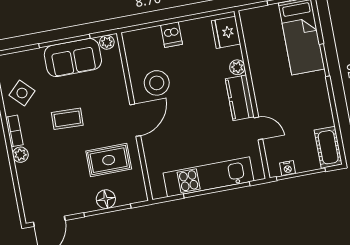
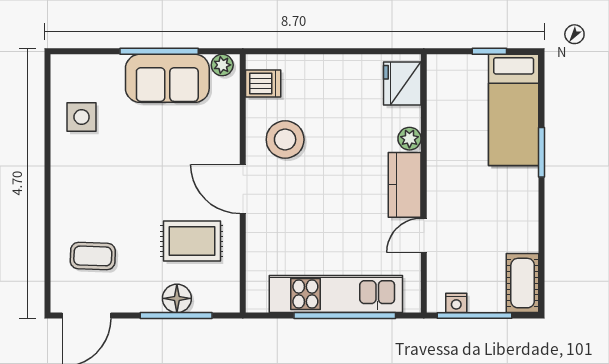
dishwasher: (172, 35) -> (263, 83), moved, turned -90
side table: (22, 93) -> (82, 117), turned 45
coffee table: (67, 119) -> (93, 256), moved
door: (135, 120) -> (243, 189), swing flipped
door: (258, 128) -> (424, 235), swing flipped
bookcase: (14, 131) -> (59, 171), removed
plant: (20, 155) -> (62, 208), removed

